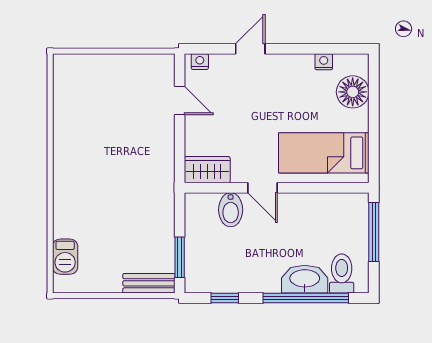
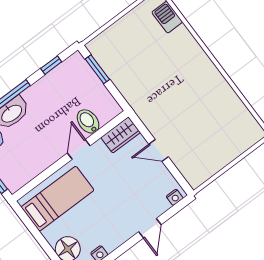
door: (180, 100) -> (159, 150), moved
door: (262, 188) -> (79, 149), hinge flipped
bench: (149, 283) -> (104, 39), removed

